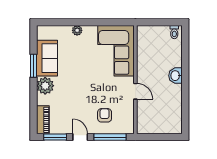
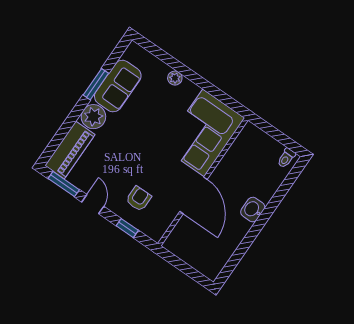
door: (135, 91) -> (194, 195), width x1.87
piano: (43, 120) -> (70, 150), width x1.37, depth x1.33
window: (110, 137) -> (127, 228), width x0.46

